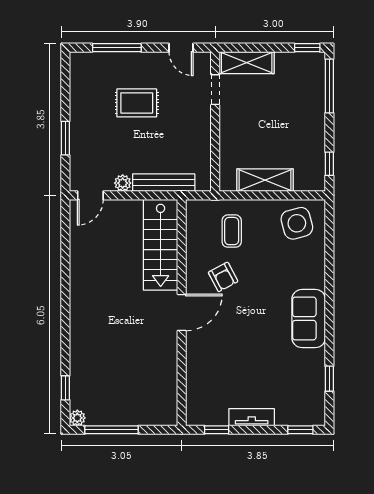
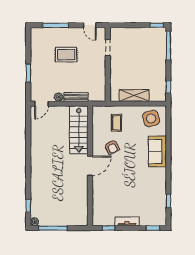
shelving: (247, 63) -> (124, 33), removed
bench: (164, 183) -> (76, 97), width x0.73
sofa: (309, 319) -> (157, 152), moved

